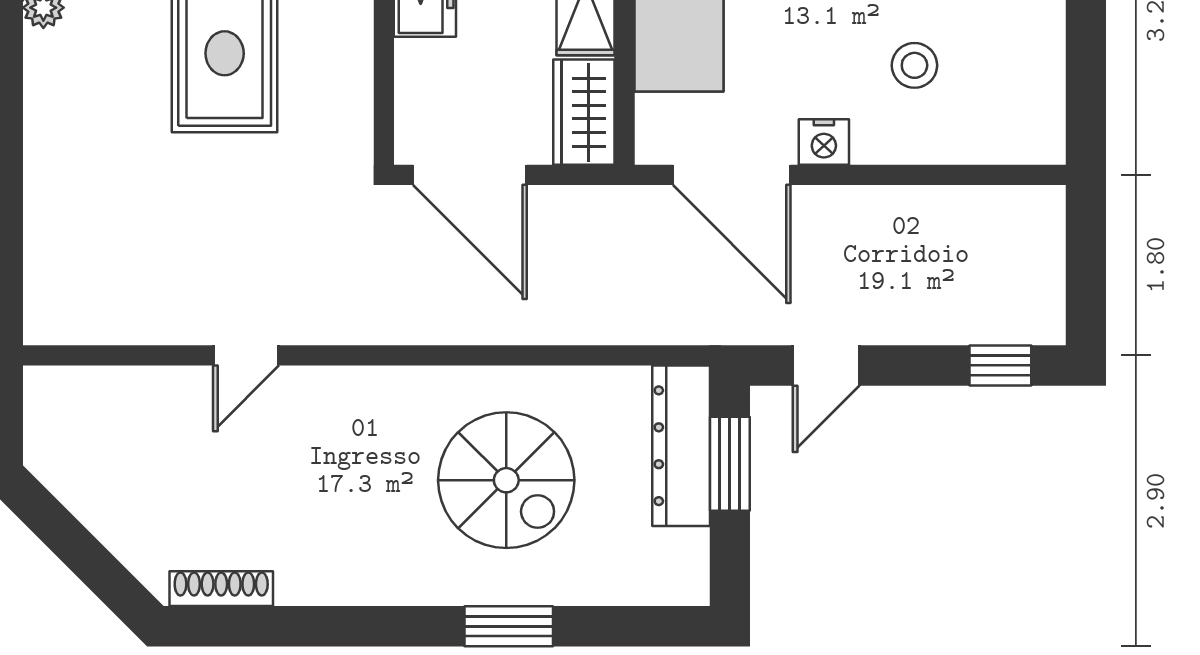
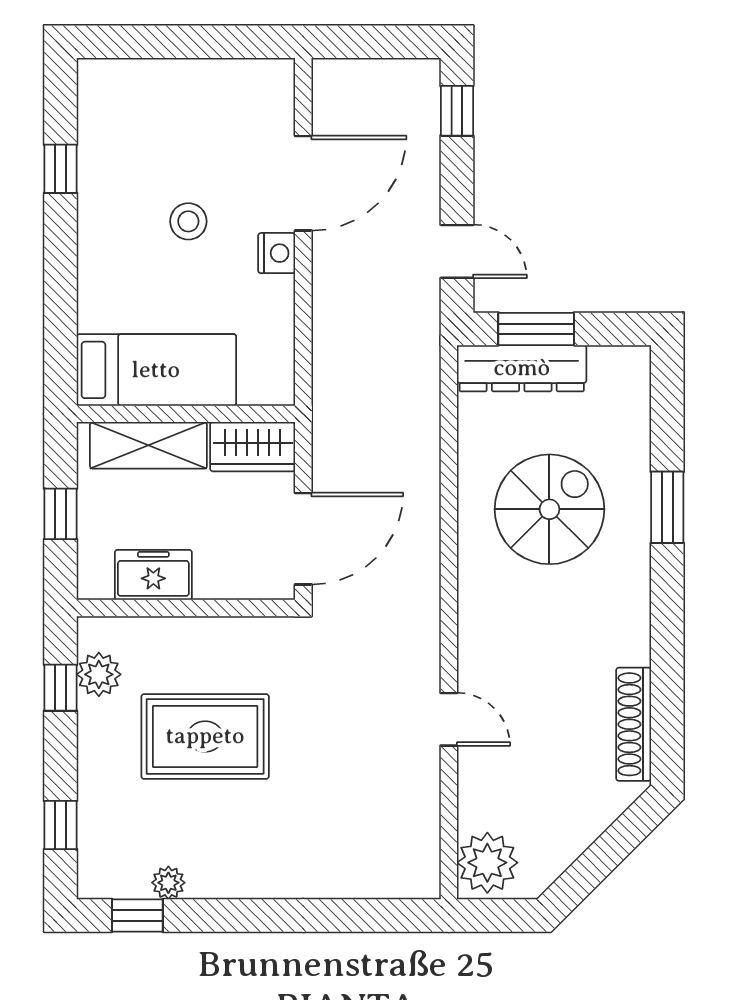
stool: (914, 65) -> (188, 221), moved
door: (732, 175) -> (303, 183), moved
plant: (68, 403) -> (487, 863), added
shoe rack: (221, 589) -> (634, 724), width x1.36, depth x1.24

